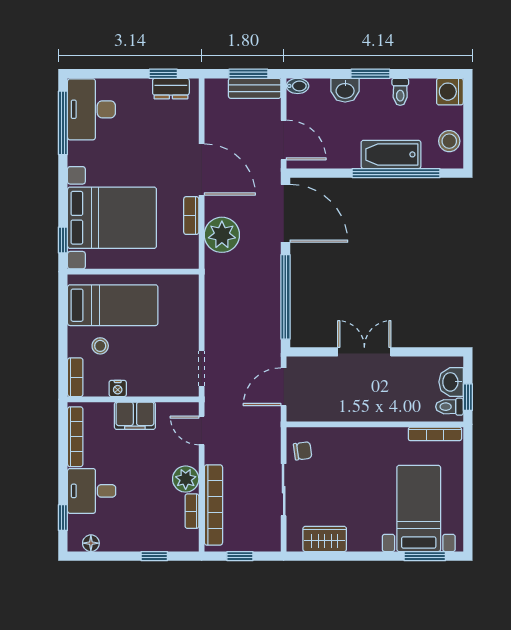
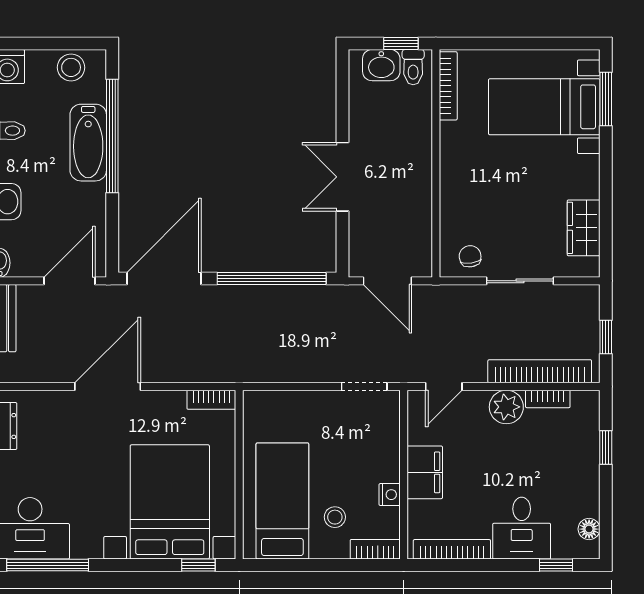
bookcase: (191, 216) -> (211, 400), moved
plant: (222, 235) -> (192, 360), removed

